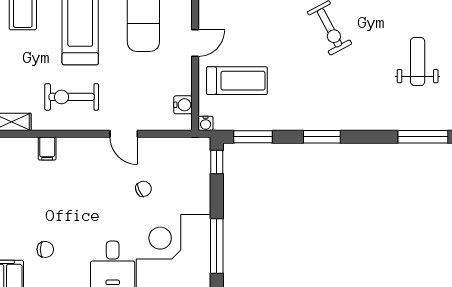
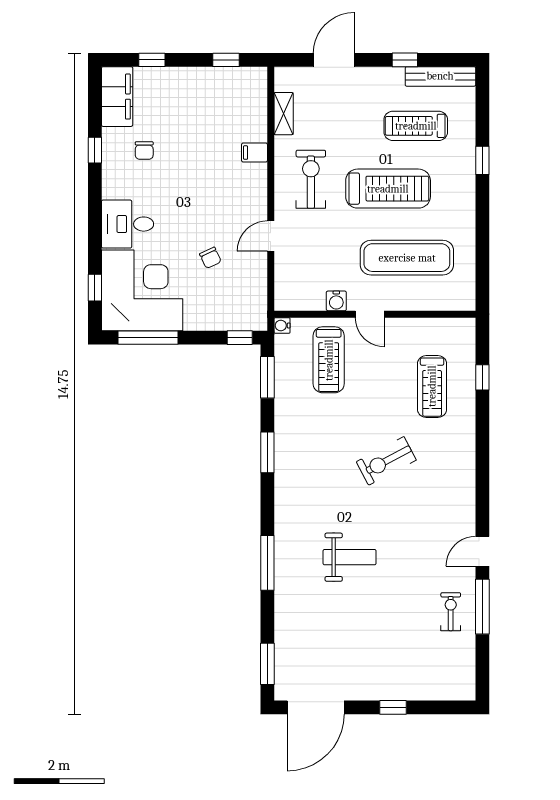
water cooler: (183, 105) -> (336, 301), moved

